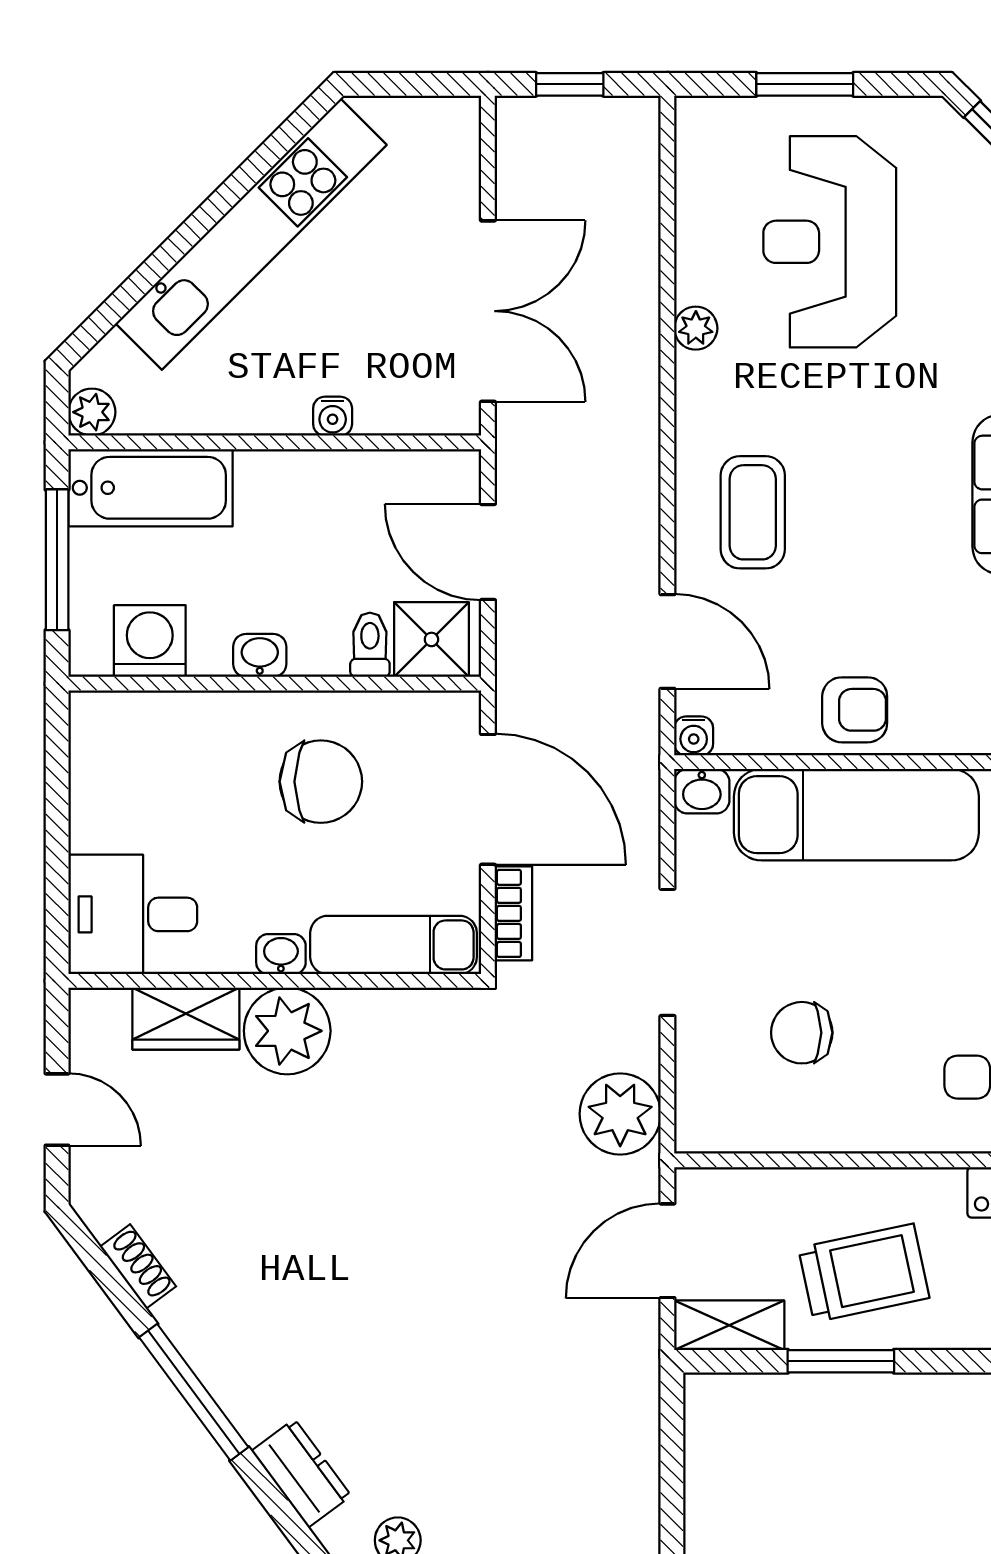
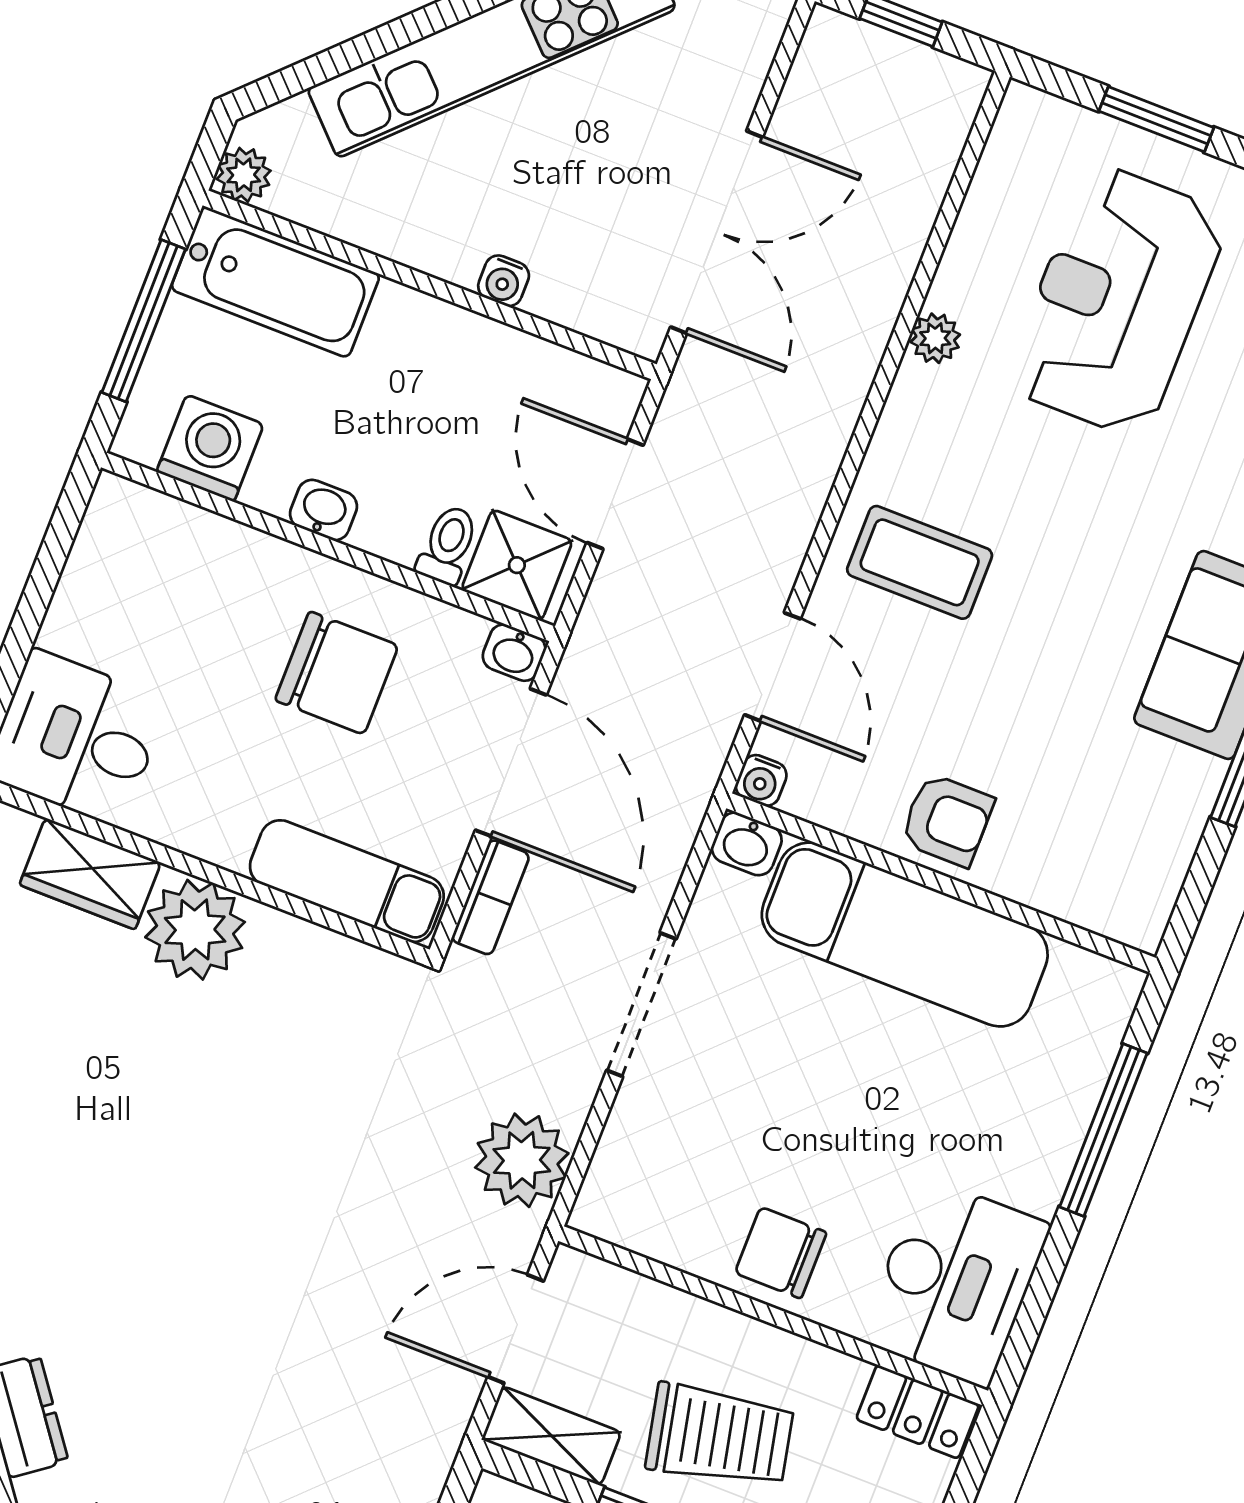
coffee table: (753, 512) -> (920, 562), turned 90
washbasin: (281, 954) -> (514, 653), moved, turned 180
chair: (802, 1033) -> (781, 1253), moved

